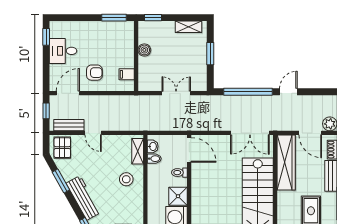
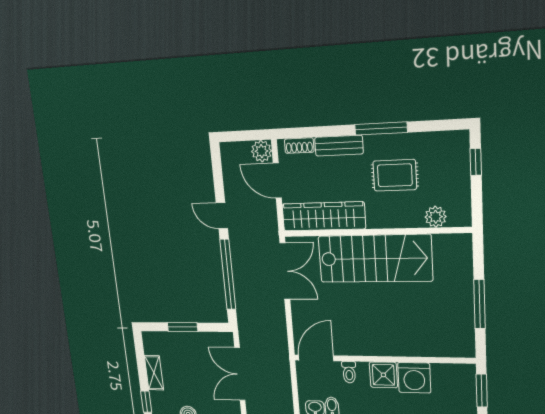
shelving: (188, 27) -> (154, 373), moved
double door: (176, 93) -> (240, 374), width x1.37
door: (310, 133) -> (277, 181), swing flipped

